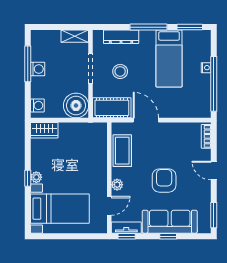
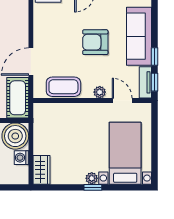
washing machine: (37, 105) -> (21, 158), moved, turned -90
window: (168, 236) -> (155, 56), moved

